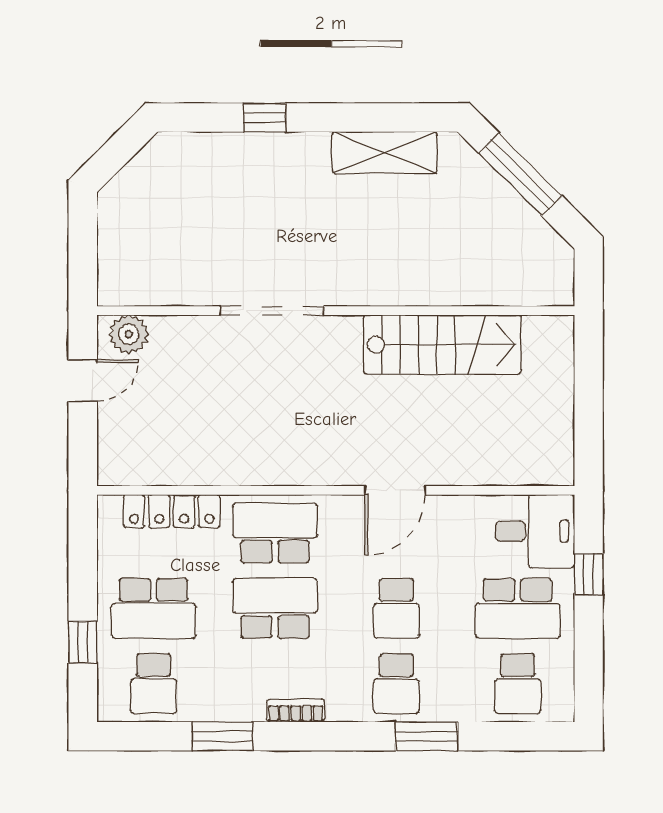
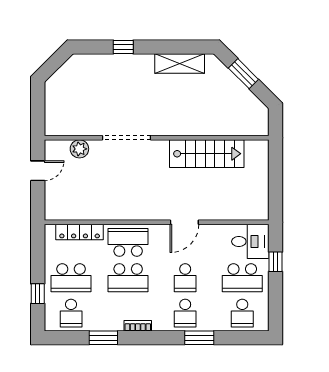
window: (520, 174) -> (243, 74), width x0.69
plant: (129, 334) -> (79, 149), moved
school desk: (275, 608) -> (128, 278), turned 180

